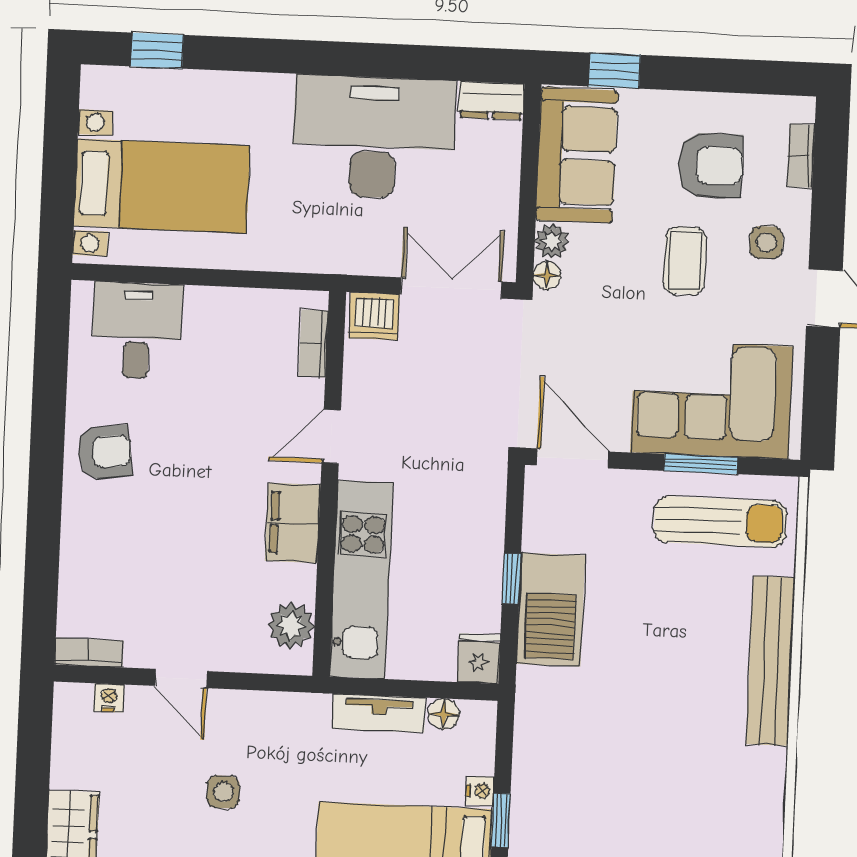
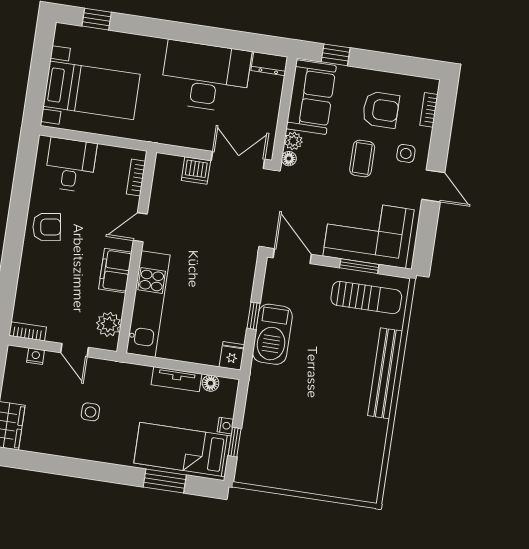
bookcase: (313, 344) -> (136, 178), moved
door: (331, 436) -> (140, 227), moved
wall: (329, 484) -> (137, 252), moved
filing cabinet: (293, 523) -> (115, 271), moved
kitchen unit: (361, 580) -> (148, 304), moved
plant: (291, 626) -> (109, 324), moved

